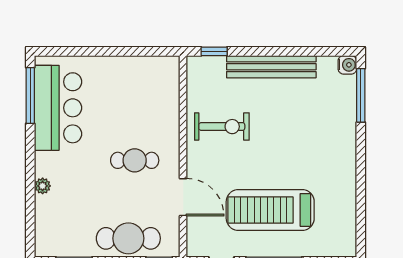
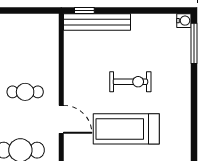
bench: (271, 67) -> (97, 22), moved
exercise bike: (222, 127) -> (130, 82), moved

